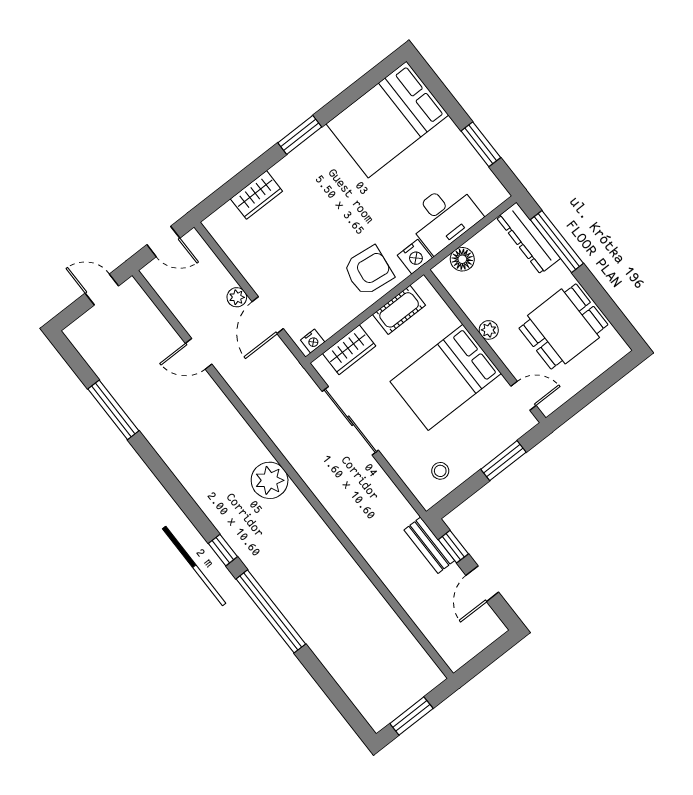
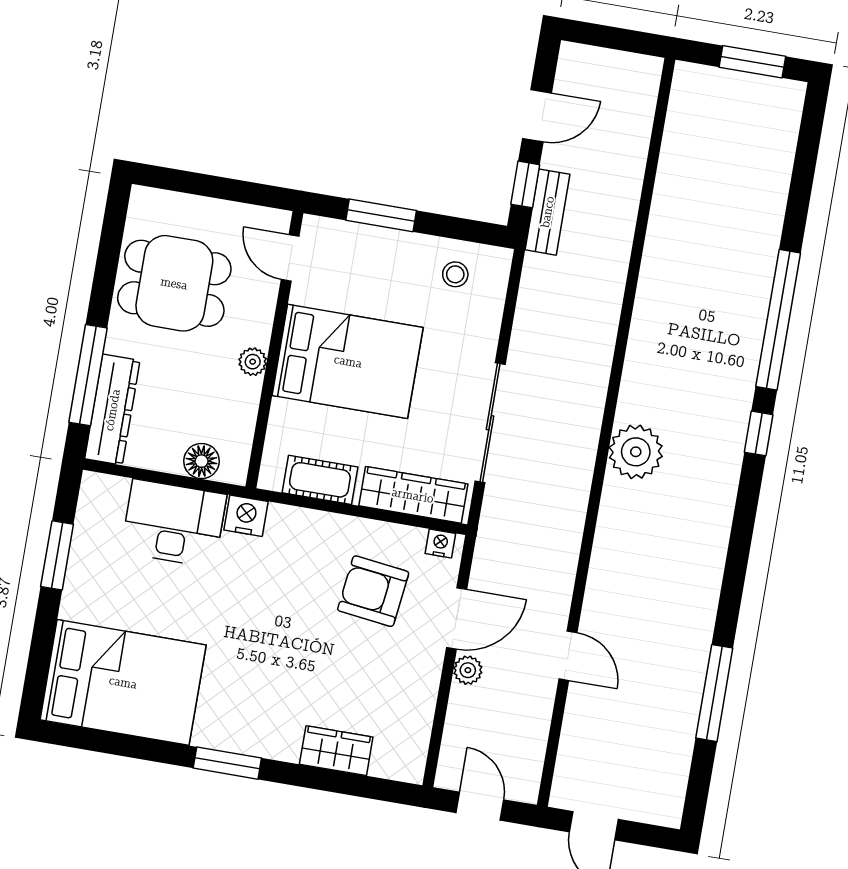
armchair: (368, 271) -> (373, 591), moved
wardrobe: (349, 350) -> (413, 495), width x1.50

